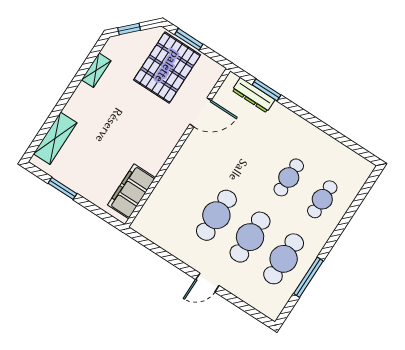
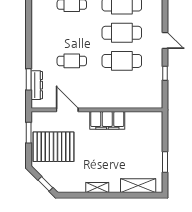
window: (189, 39) -> (29, 133), moved
shelving: (96, 70) -> (97, 188), moved
cafe table: (289, 177) -> (72, 61), moved
filing cabinet: (131, 191) -> (107, 120), moved
window: (168, 257) -> (165, 73), added

